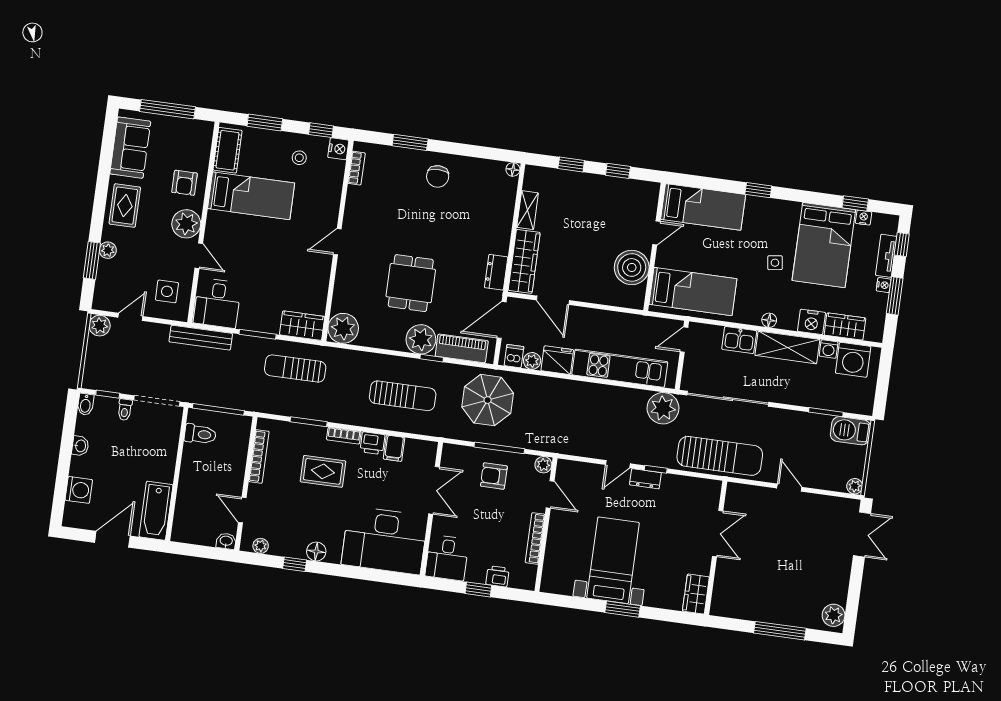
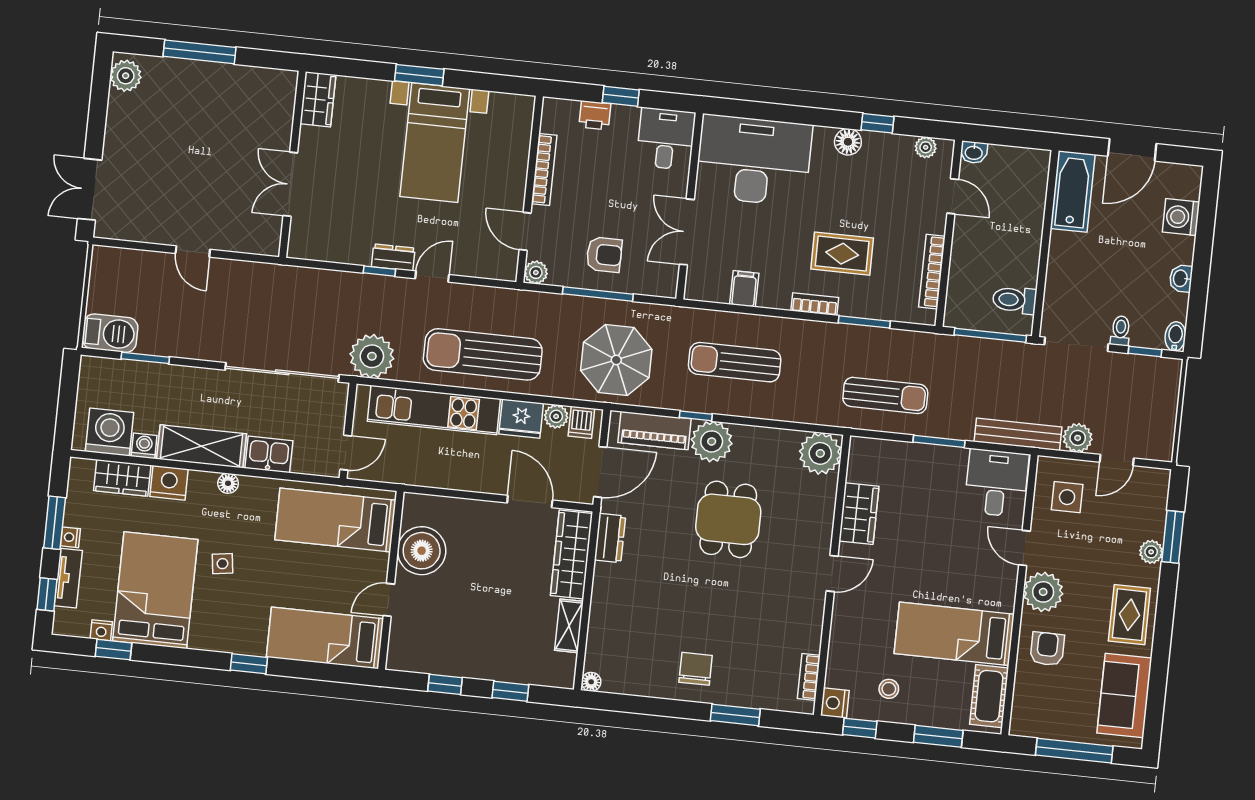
plant: (100, 326) -> (1078, 438), moved
wardrobe: (302, 326) -> (859, 514), moved, turned -90
printer: (372, 443) -> (775, 295), removed
sun lounger: (720, 456) -> (483, 354), moved
plant: (855, 486) -> (102, 256), removed

